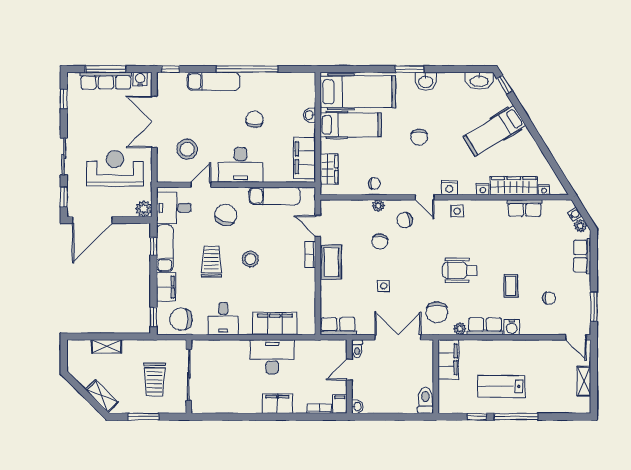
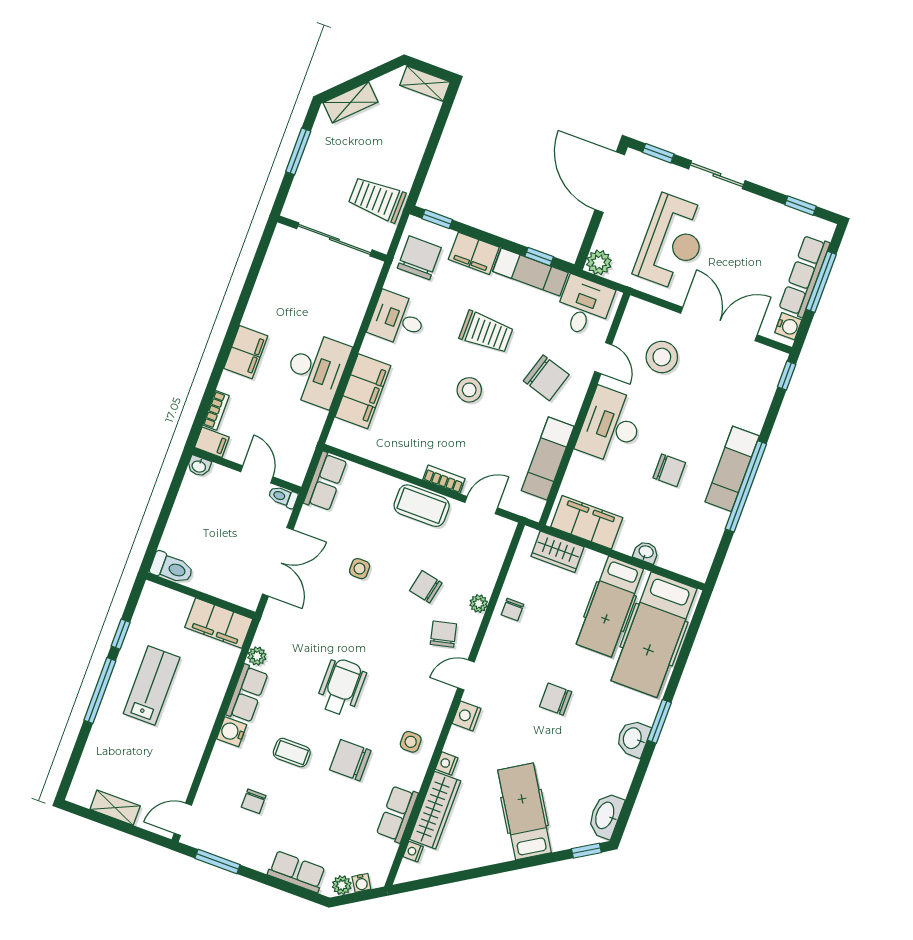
exam couch: (213, 81) -> (732, 469), moved
side table: (457, 211) -> (411, 742), moved
chair: (437, 312) -> (350, 760), moved
shelving: (106, 346) -> (425, 84), moved, turned 90
trolley: (155, 379) -> (377, 199), moved

